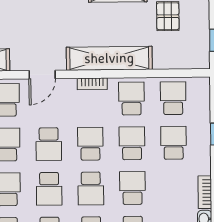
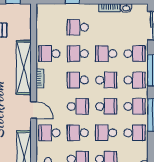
school desk: (173, 98) -> (49, 27), removed

